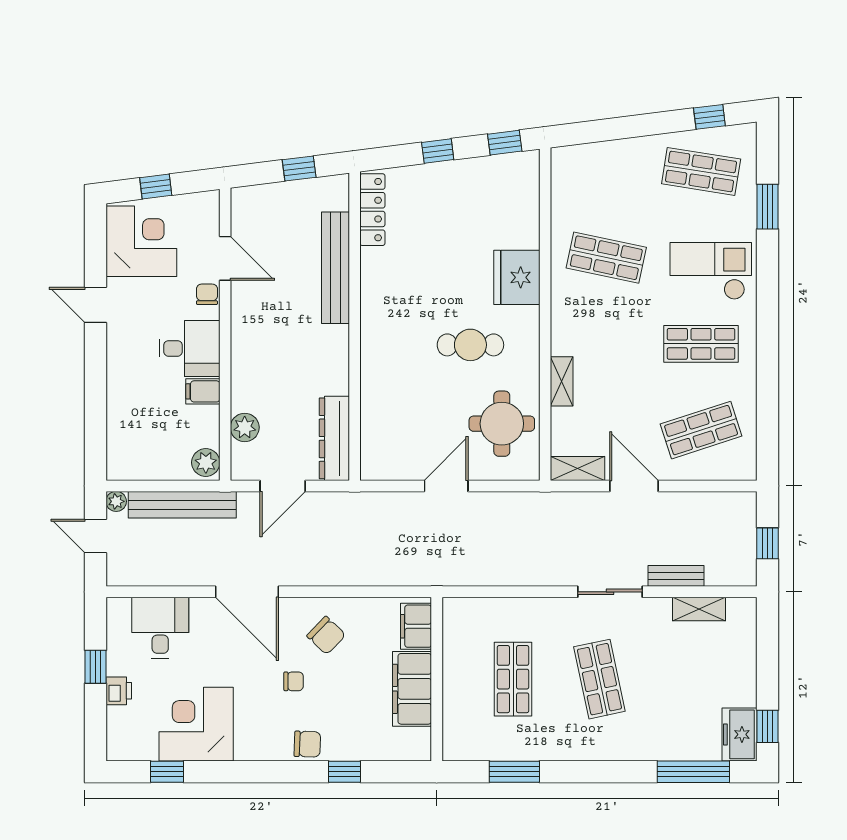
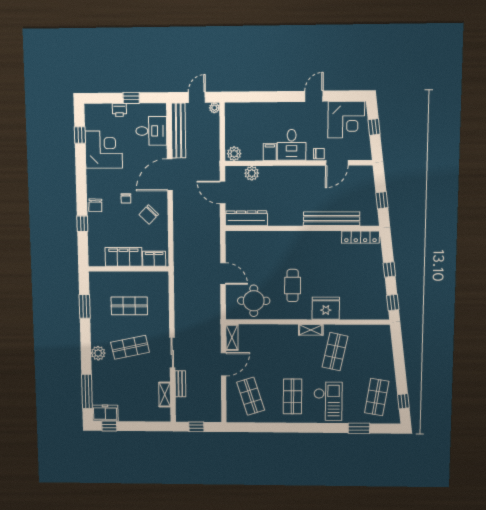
shelving: (562, 381) -> (311, 330), moved
bench: (182, 505) -> (179, 131), moved
plant: (612, 746) -> (98, 353), added

